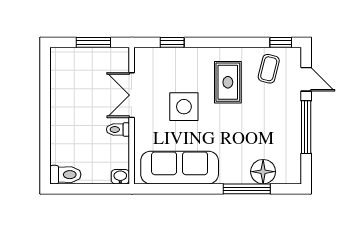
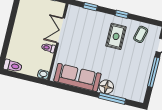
window: (281, 42) -> (122, 14), moved
side table: (184, 107) -> (88, 44), removed
floor lamp: (263, 172) -> (106, 87), moved

